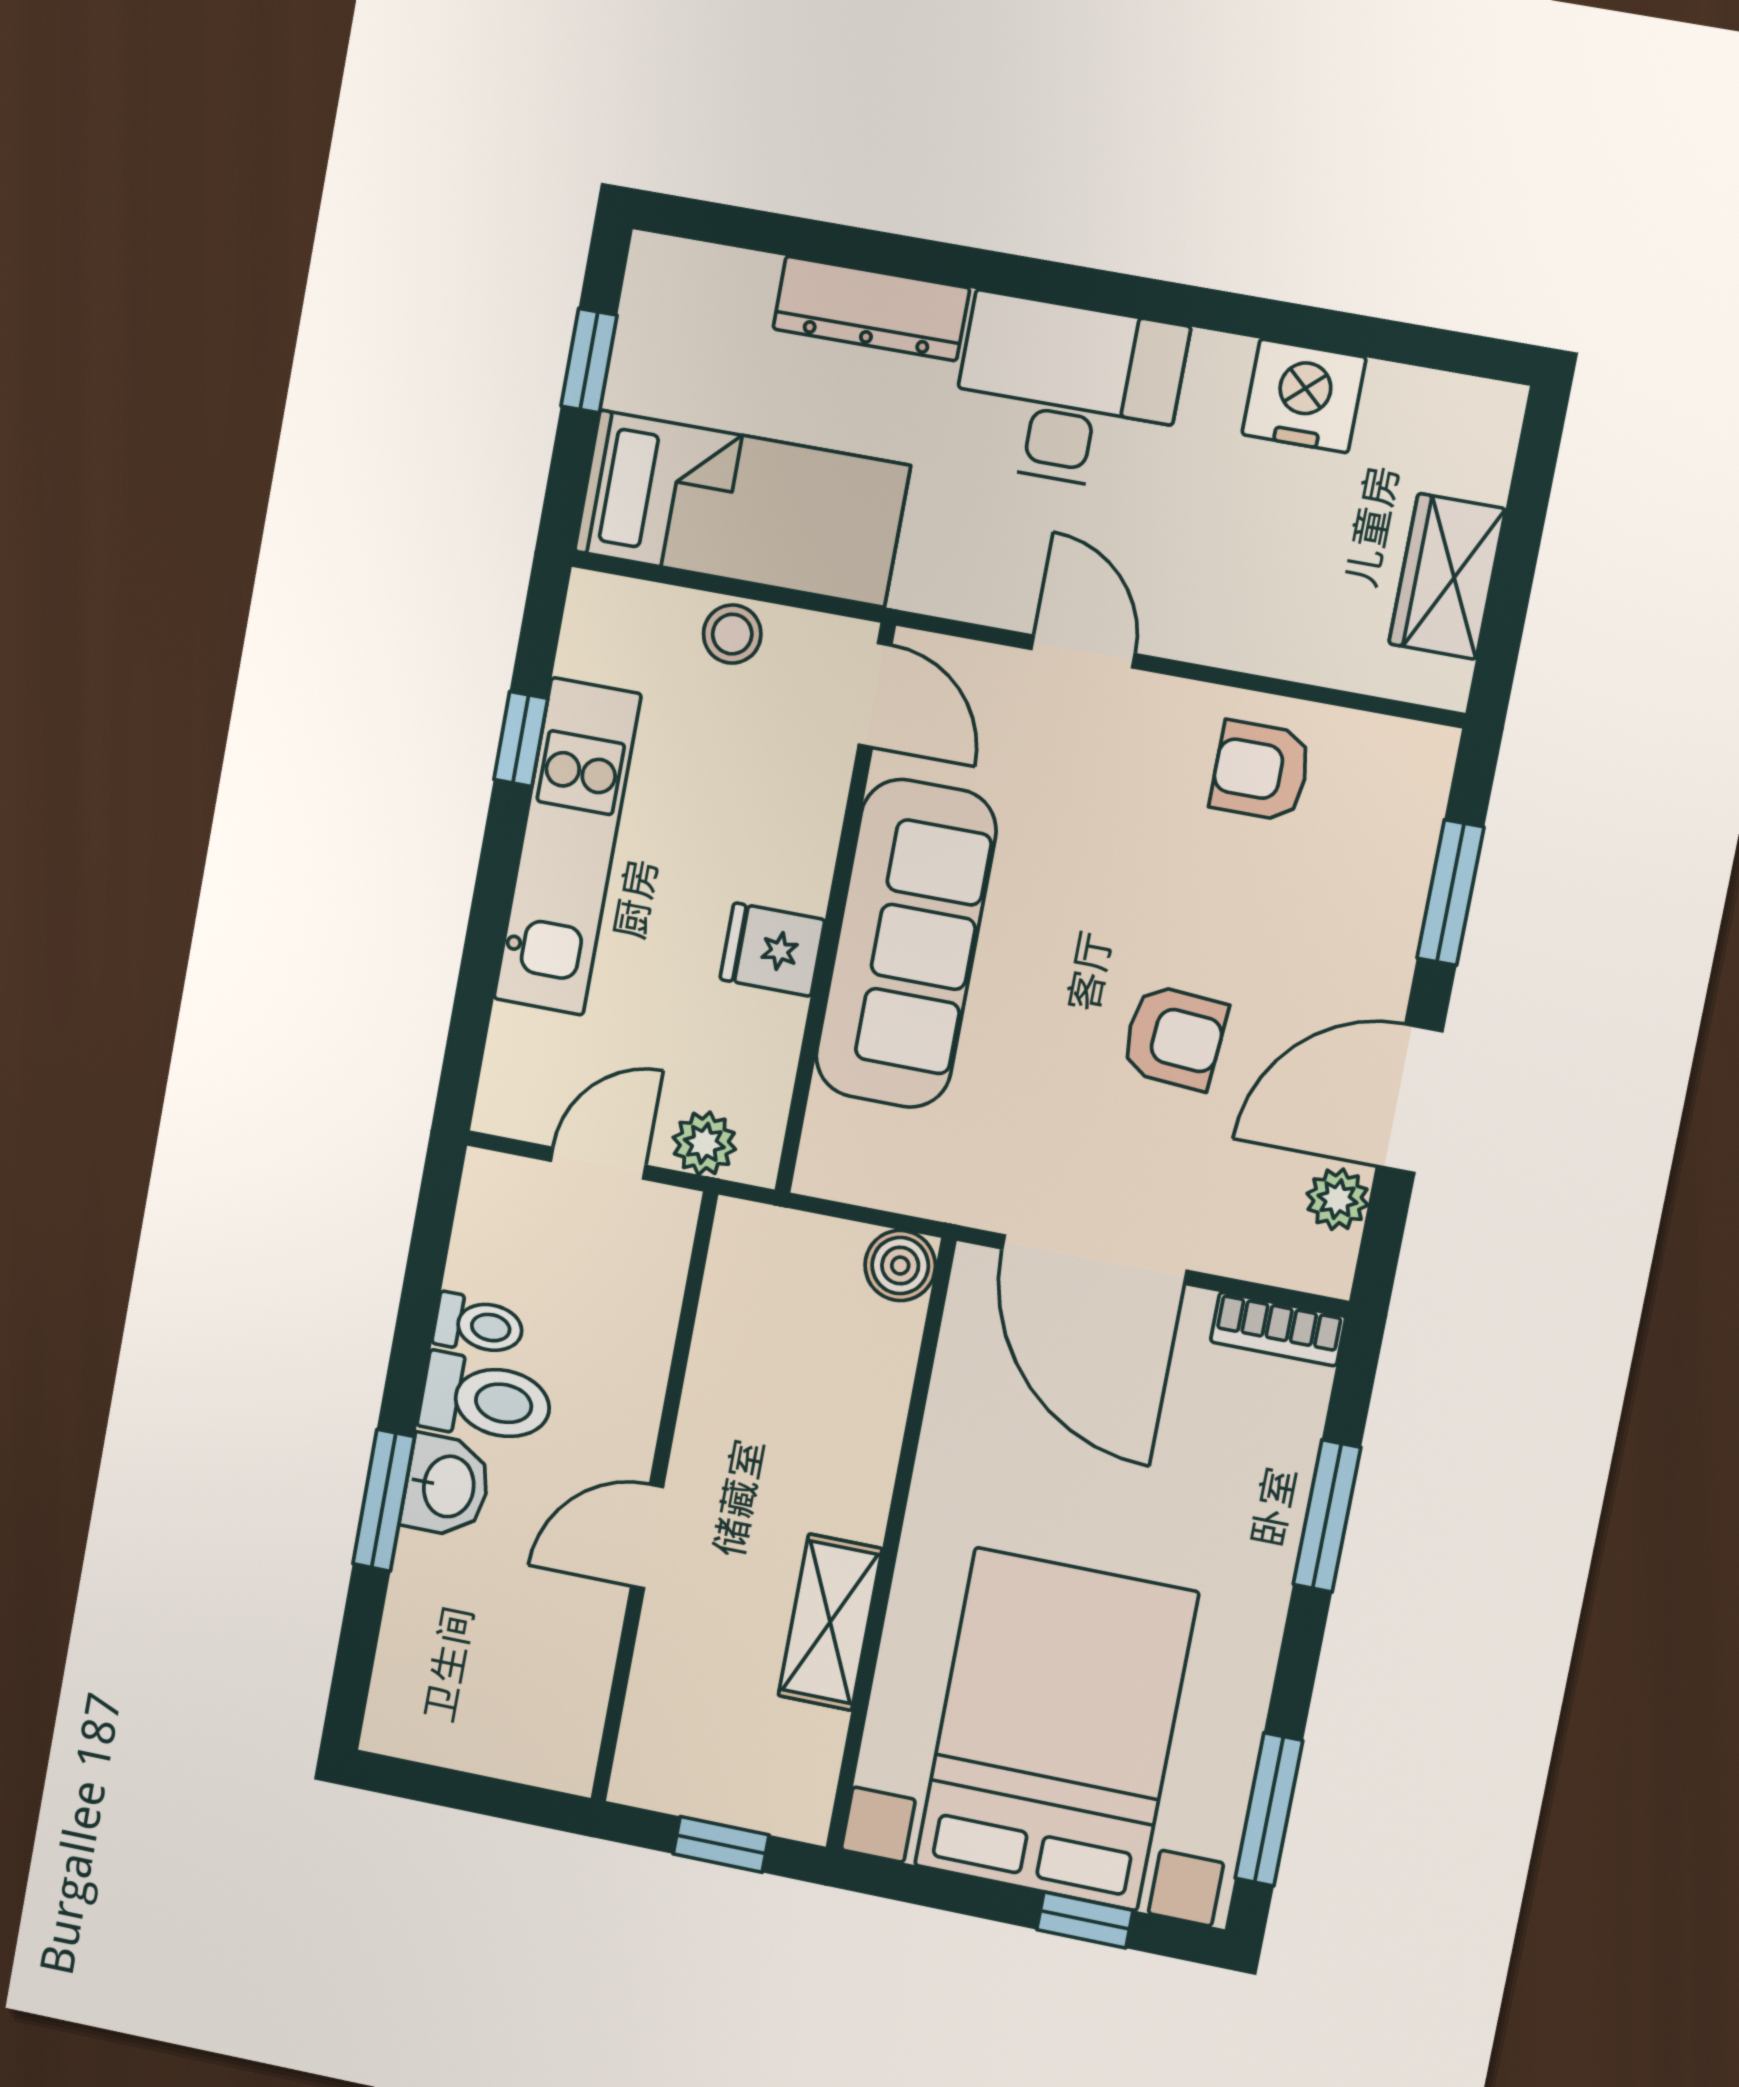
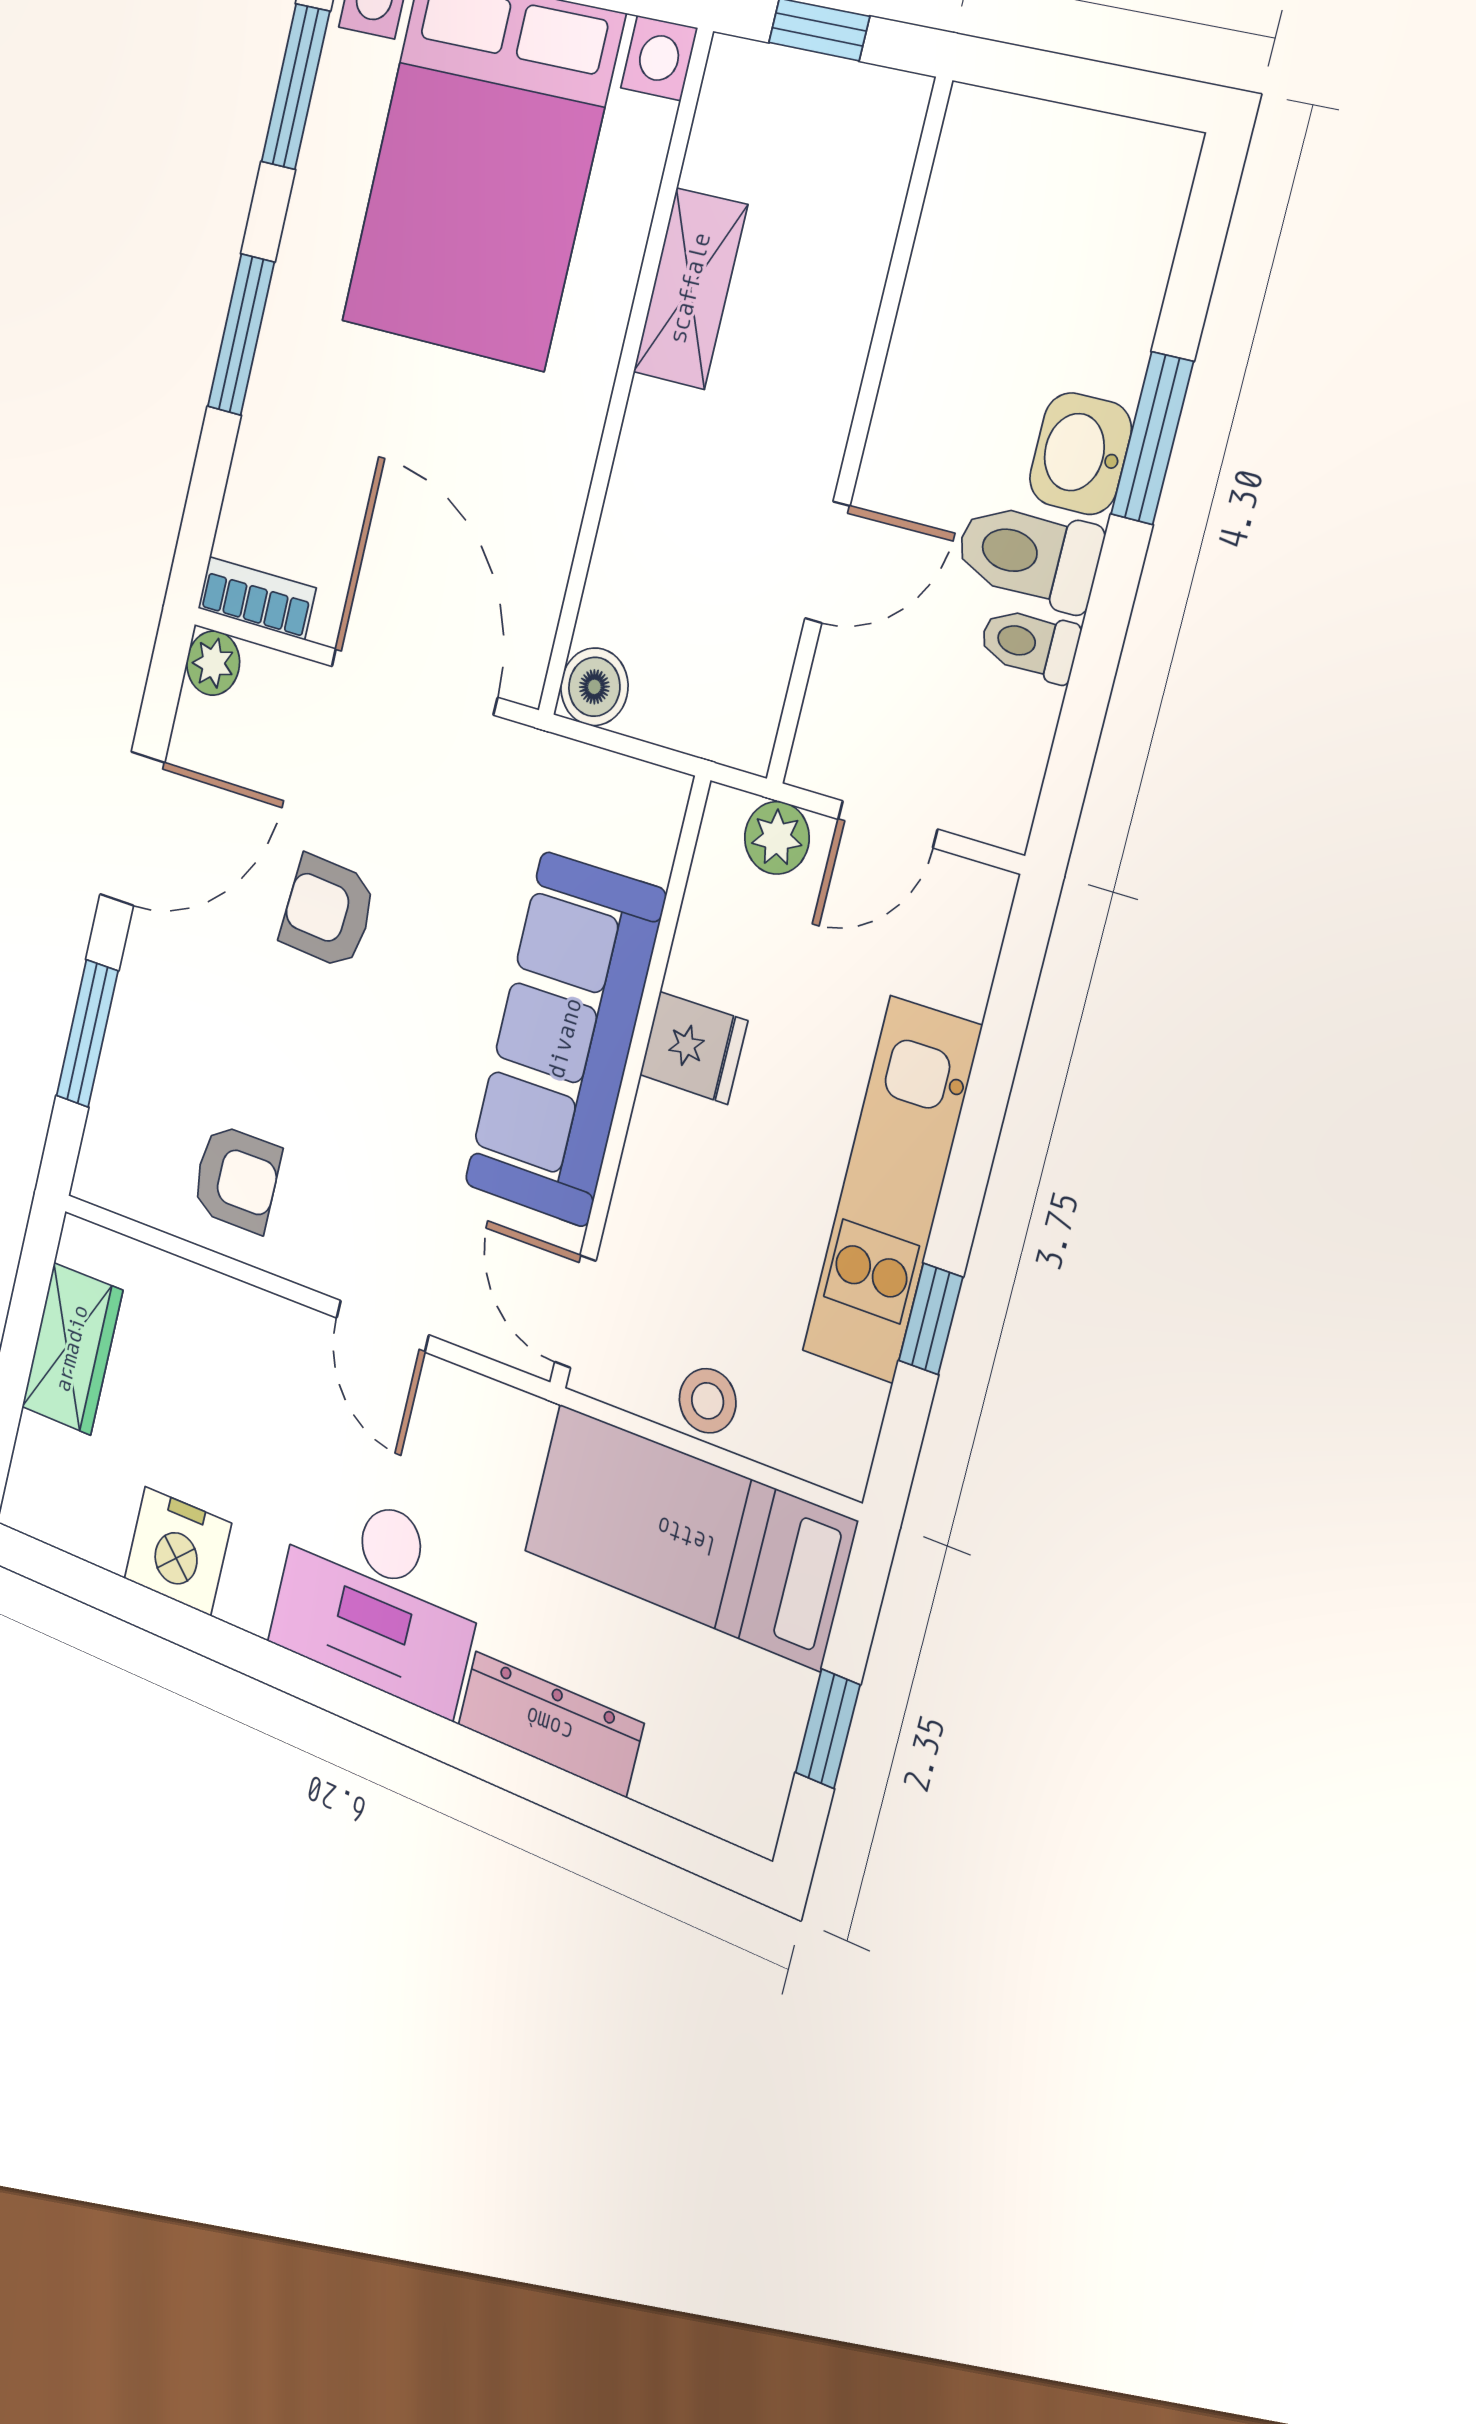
plant: (1338, 1199) -> (213, 663), moved
window: (1327, 1516) -> (241, 334), moved
door: (647, 1536) -> (827, 562), moved

